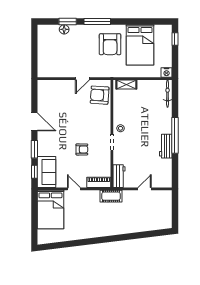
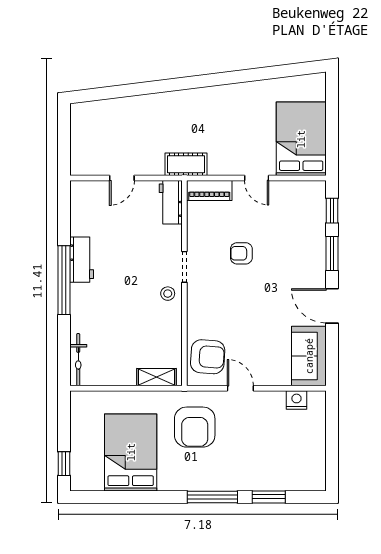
floor lamp: (64, 29) -> (275, 482), removed
armchair: (110, 44) -> (195, 427), moved, turned 180
nightstand: (167, 72) -> (296, 400), moved
door: (82, 79) -> (240, 388), hinge flipped
sofa: (46, 172) -> (309, 356), moved

